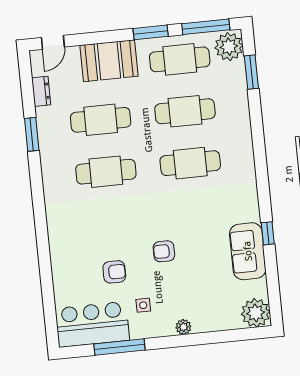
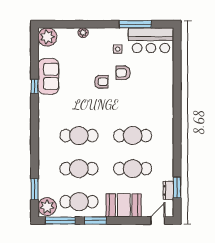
window: (32, 134) -> (177, 188), moved
armchair: (114, 272) -> (123, 73), moved
plant: (183, 327) -> (83, 33), moved

